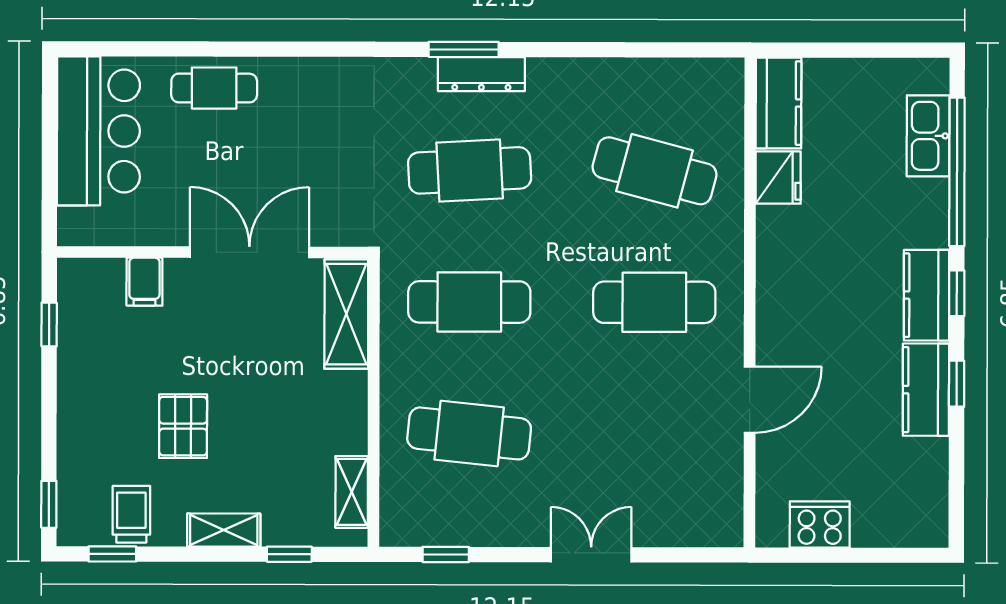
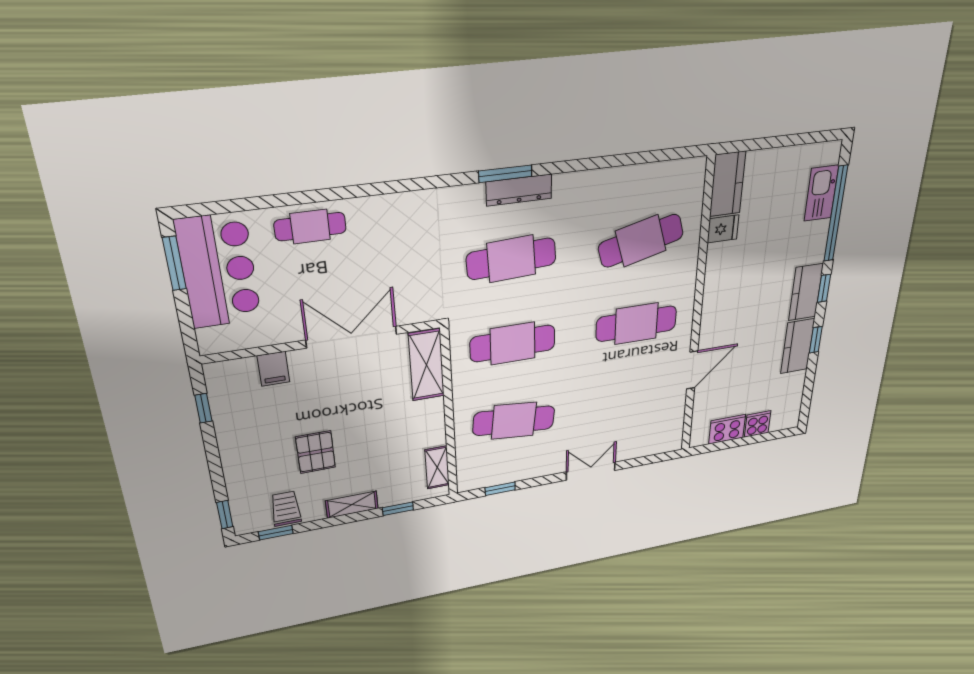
window: (49, 114) -> (174, 263), added
cafe table: (655, 171) -> (641, 241), turned -30
fridge: (778, 178) -> (723, 229), width x0.72
cooker: (873, 526) -> (758, 424), added

